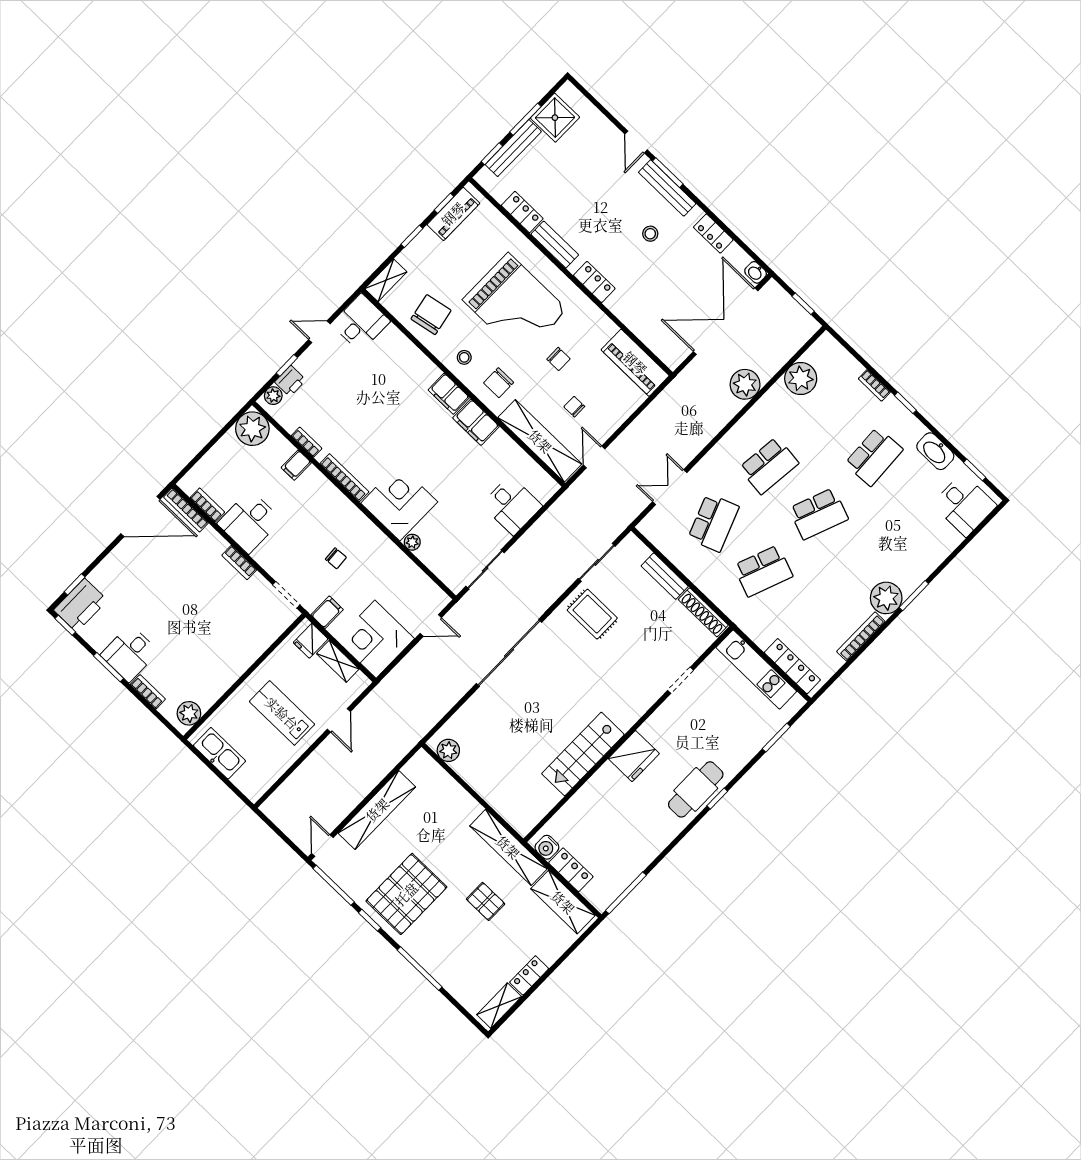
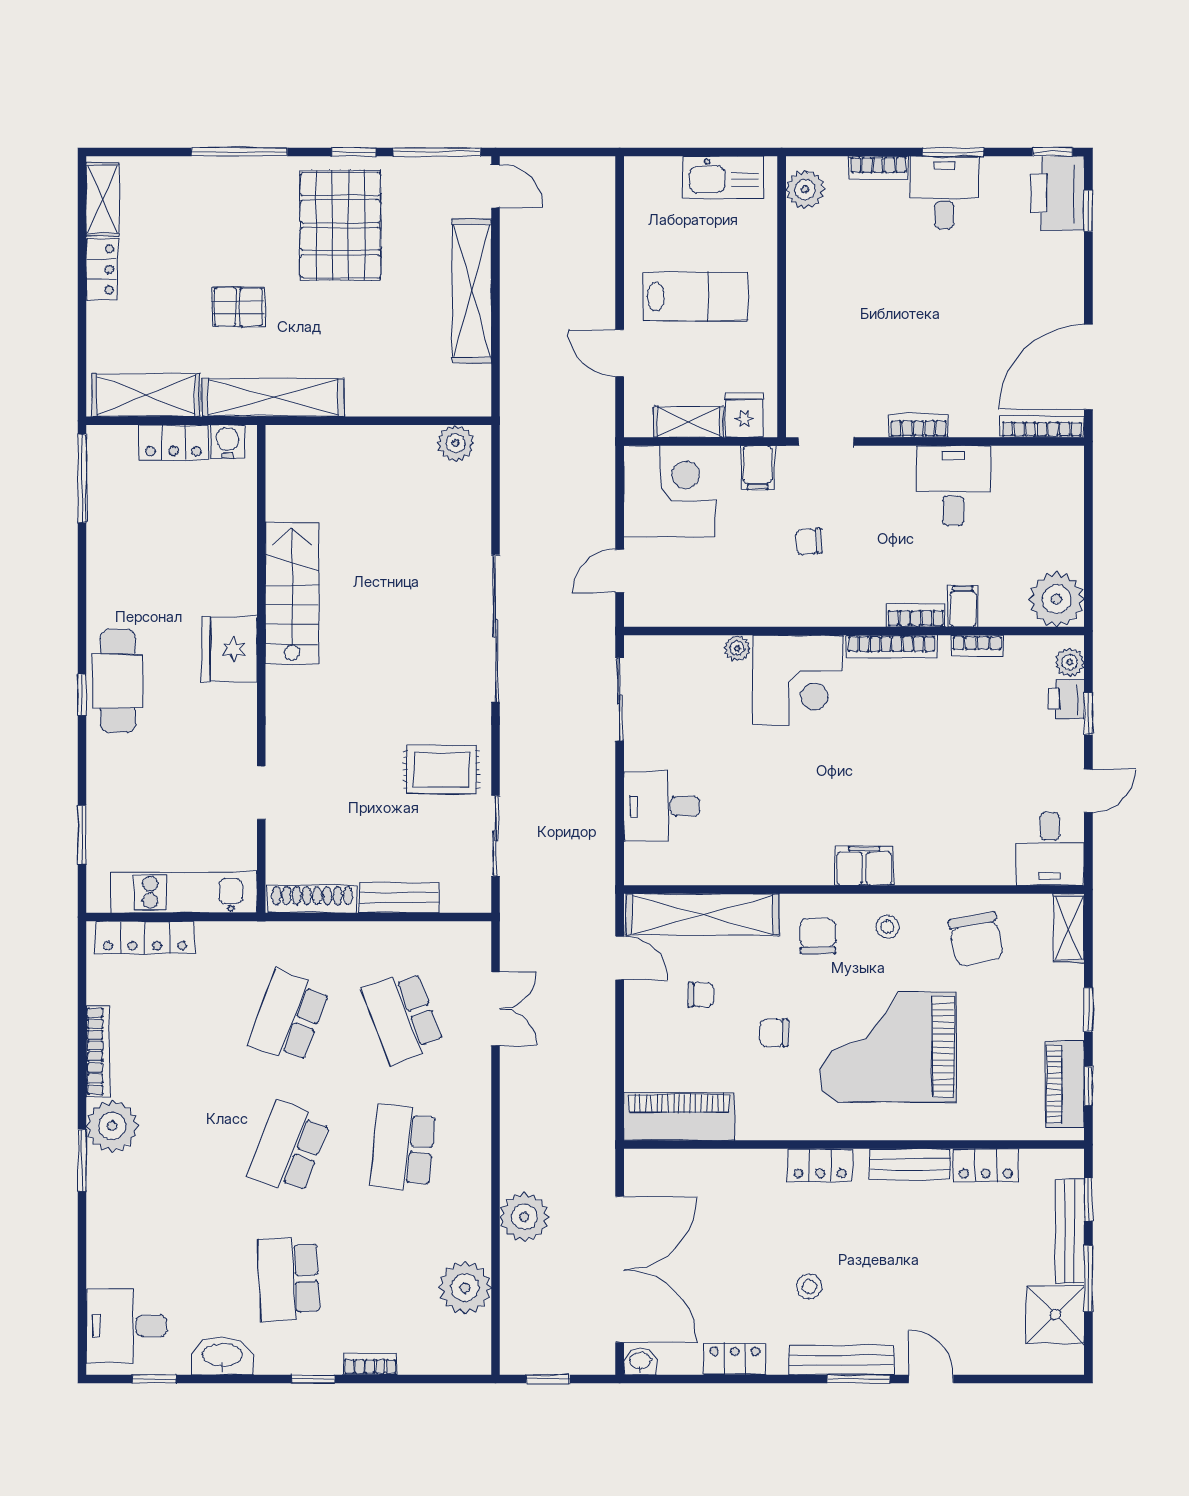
filing cabinet: (476, 422) -> (799, 863), removed
bookcase: (207, 505) -> (916, 615), moved, turned 180

